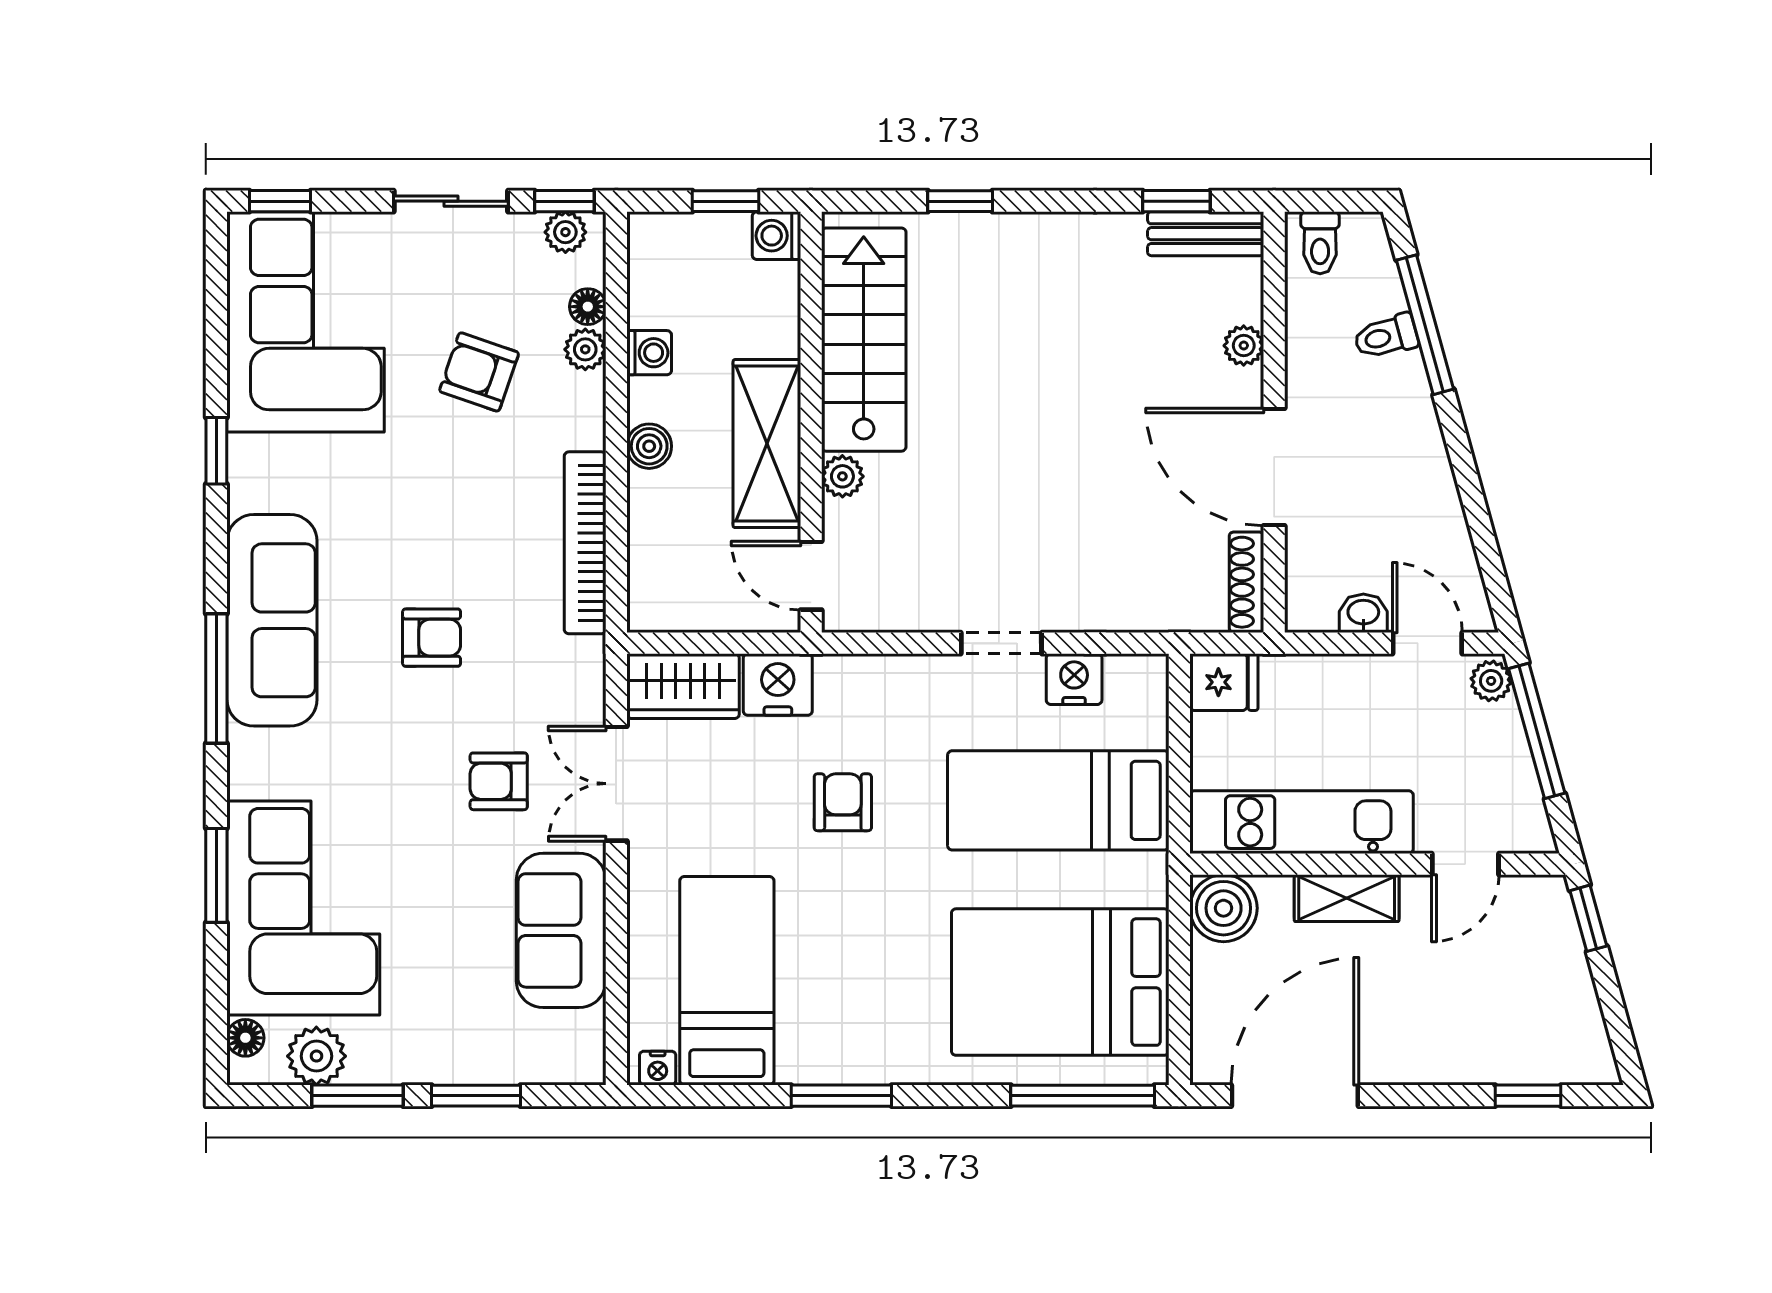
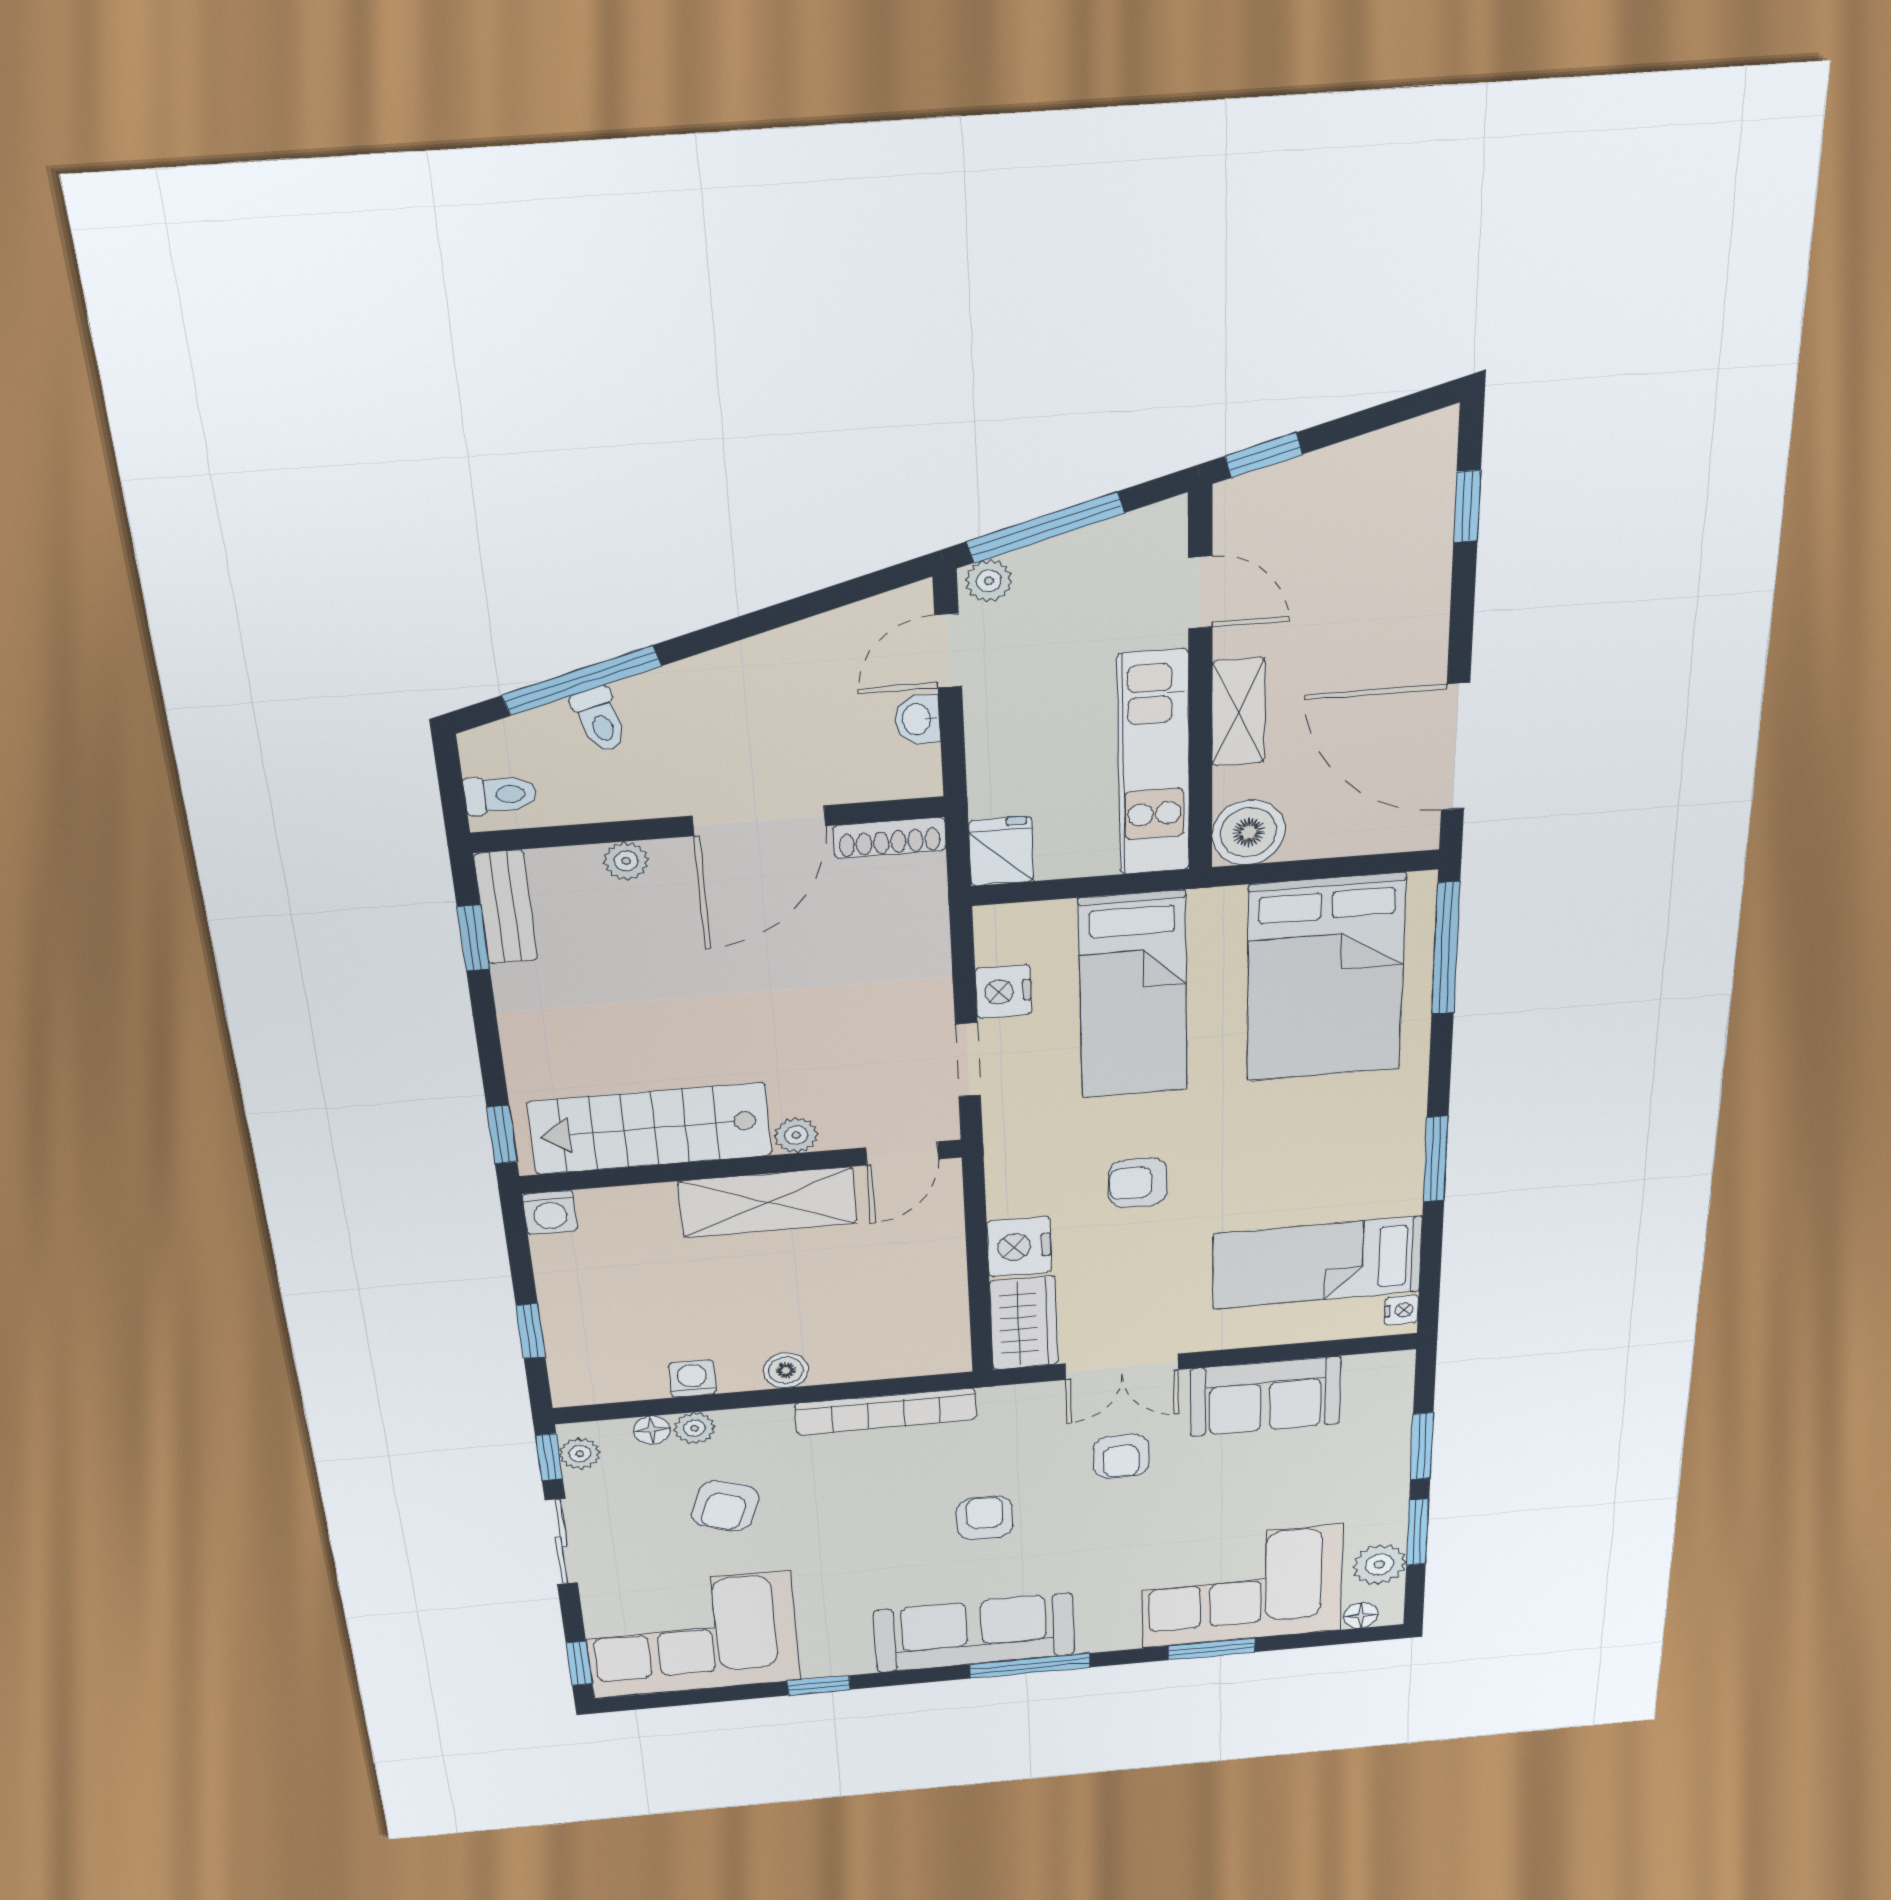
washing machine: (776, 236) -> (550, 1212), moved
stairs: (864, 340) -> (650, 1129), moved
wall: (811, 422) -> (742, 1167), moved
shelving: (767, 444) -> (768, 1202), moved
plant: (842, 476) -> (796, 1135), moved
door: (811, 576) -> (902, 1153), moved

